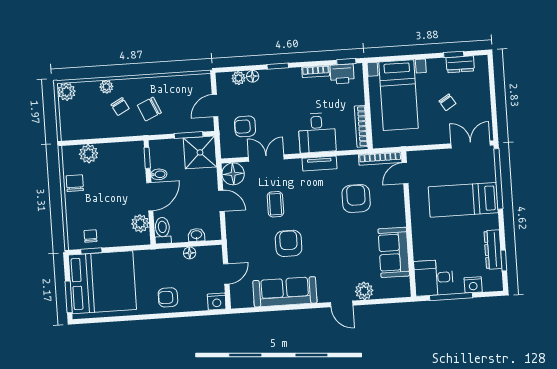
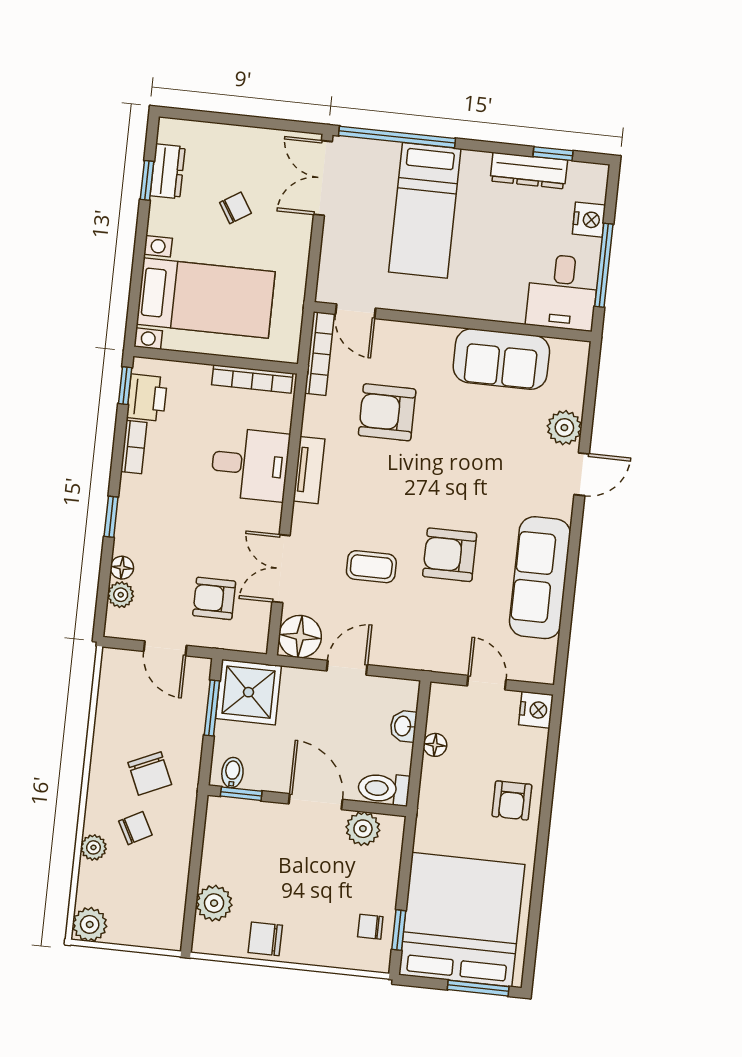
armchair: (245, 126) -> (214, 598), turned 90
bidet: (159, 174) -> (232, 773), moved

